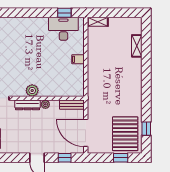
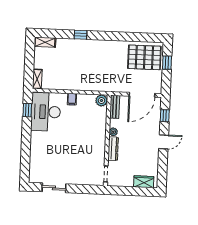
desk: (63, 29) -> (46, 112), width x1.36, depth x1.30
shelving: (137, 46) -> (45, 42), moved
plant: (32, 91) -> (101, 101), moved
window: (146, 129) -> (80, 35), moved

